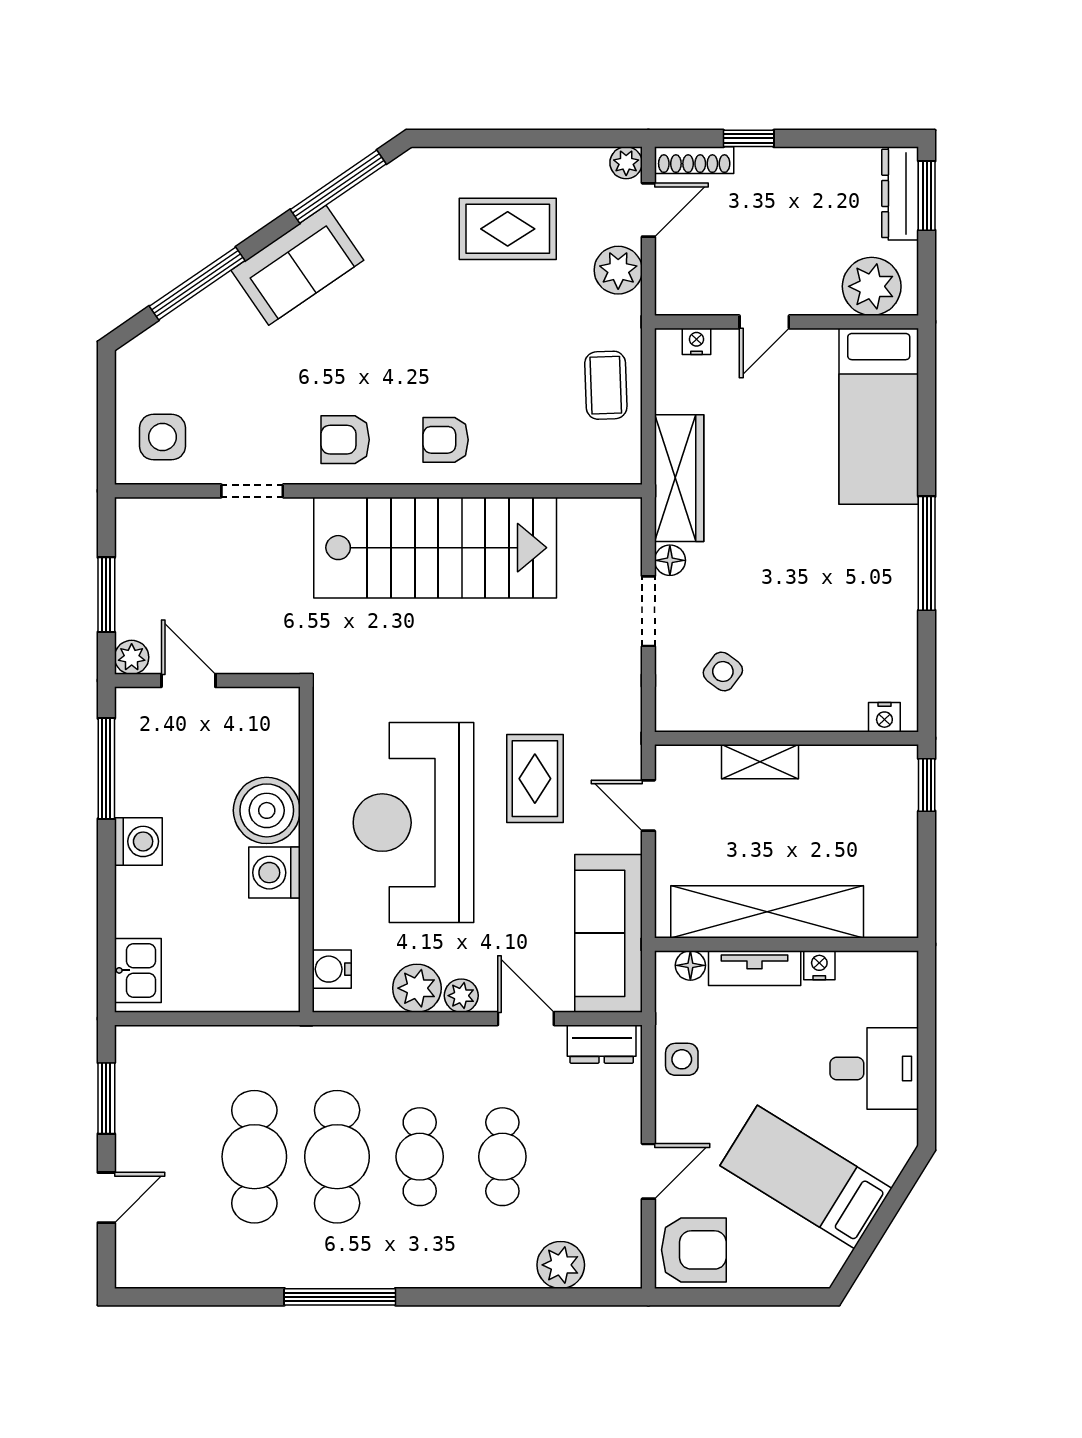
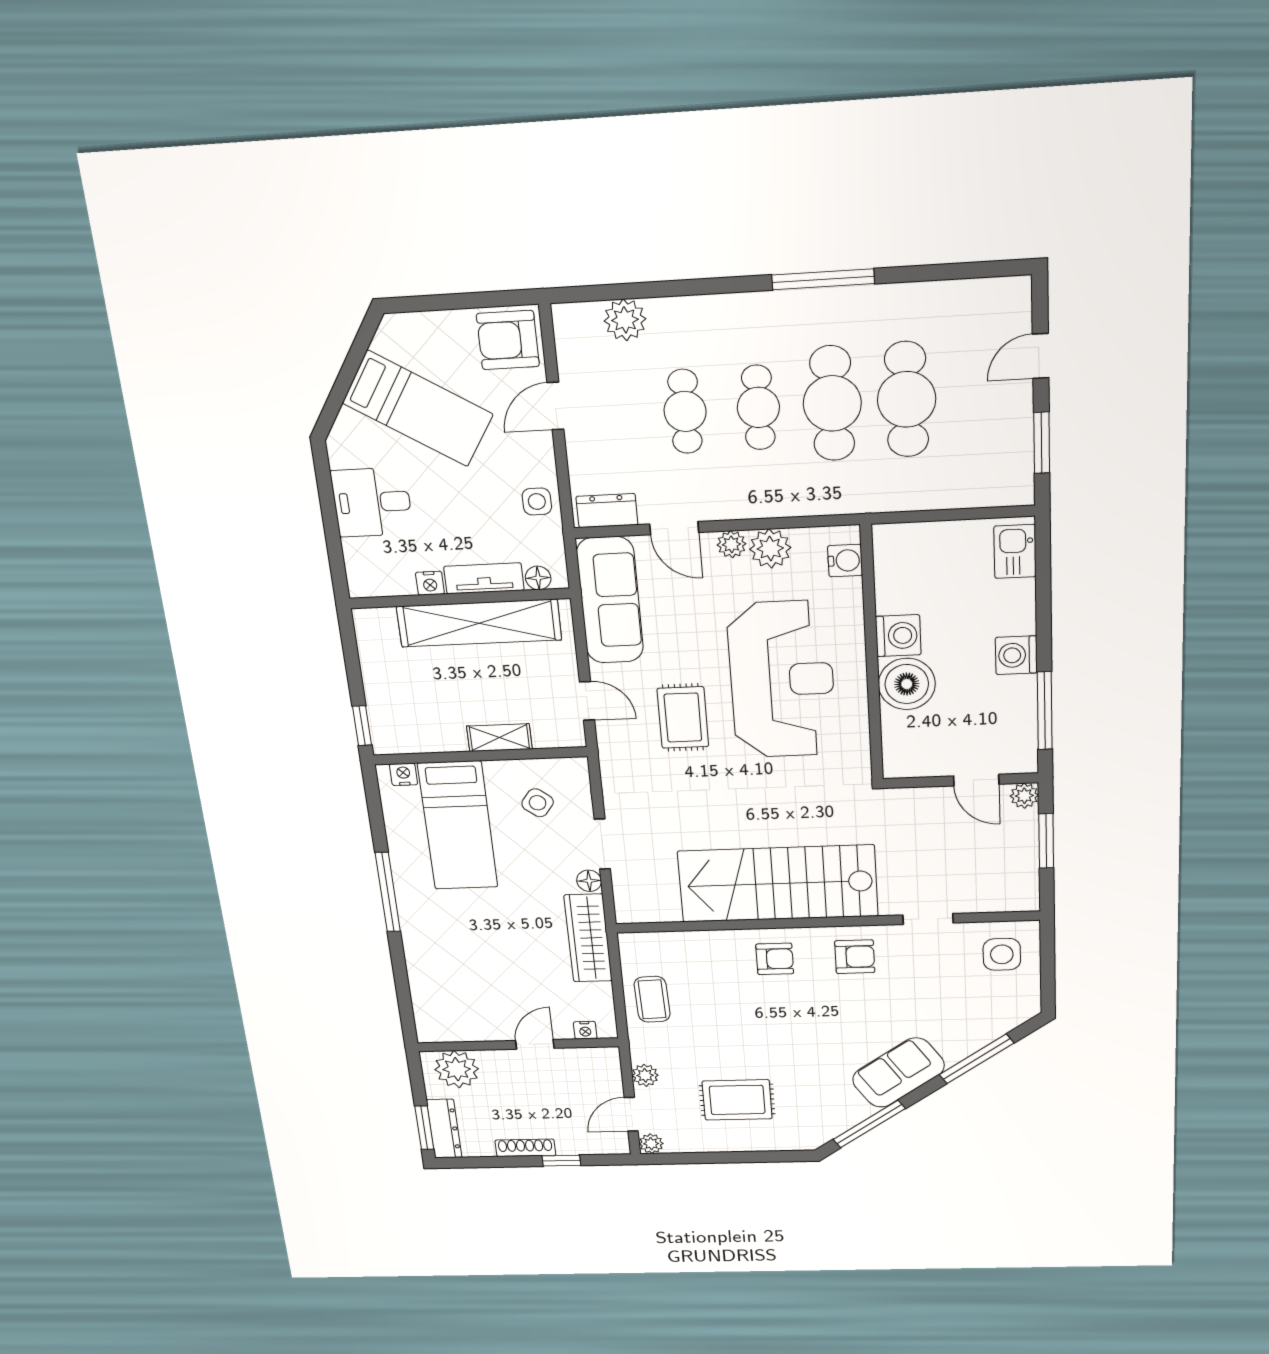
shoe rack: (694, 160) -> (525, 1148), moved
plant: (618, 270) -> (645, 1075), width x0.73, depth x0.73
bed: (879, 416) -> (458, 826), moved, turned 180

